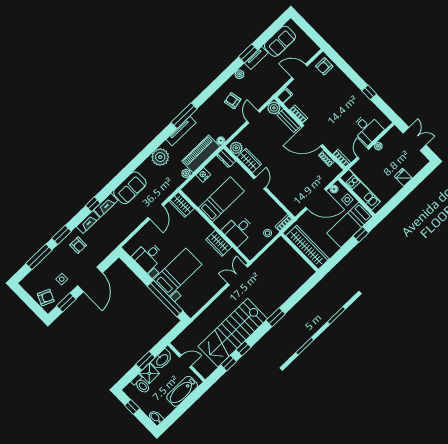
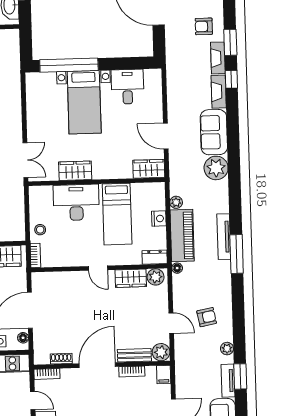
plant: (160, 157) -> (216, 168), moved
desk: (238, 230) -> (76, 202), width x1.37
window: (61, 235) -> (230, 42), moved

